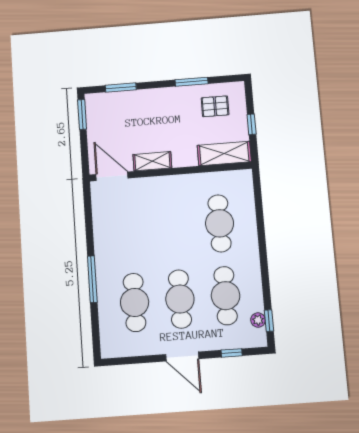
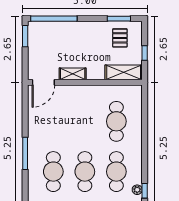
window: (192, 82) -> (119, 19), moved
window: (121, 88) -> (54, 19), width x2.11
pallet: (215, 106) -> (120, 38), turned 90
door: (112, 176) -> (43, 82), swing flipped

